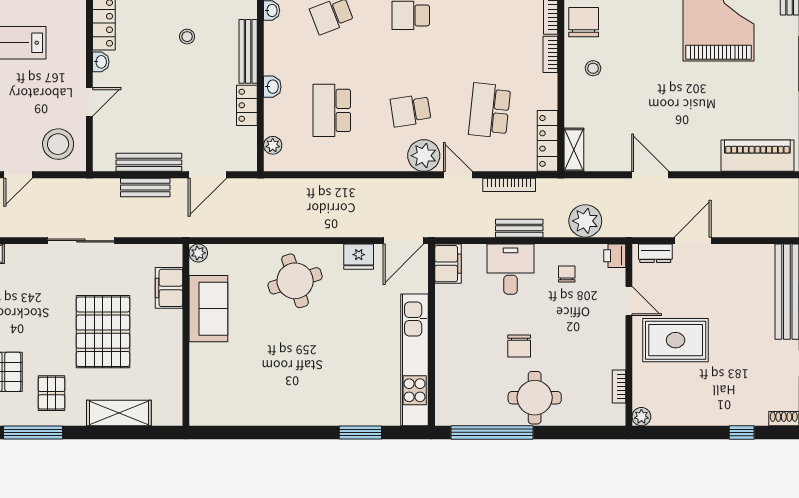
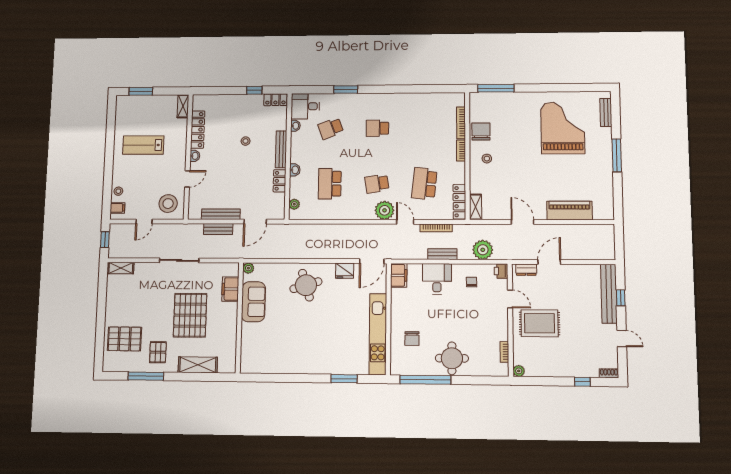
piano: (757, 156) -> (569, 211), moved
chair: (519, 346) -> (412, 339), moved

